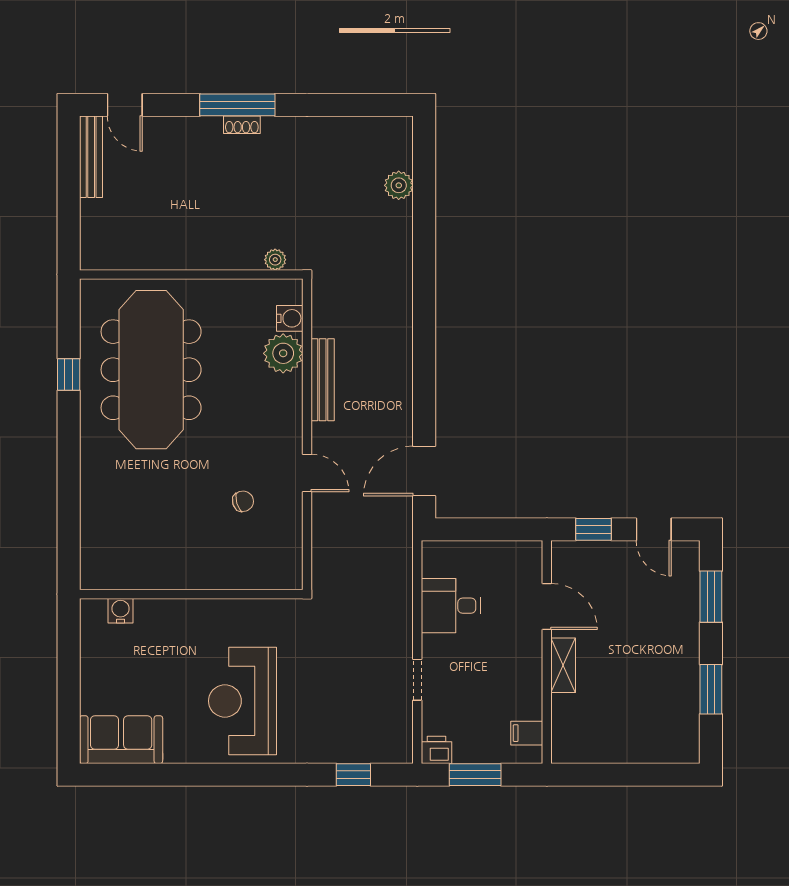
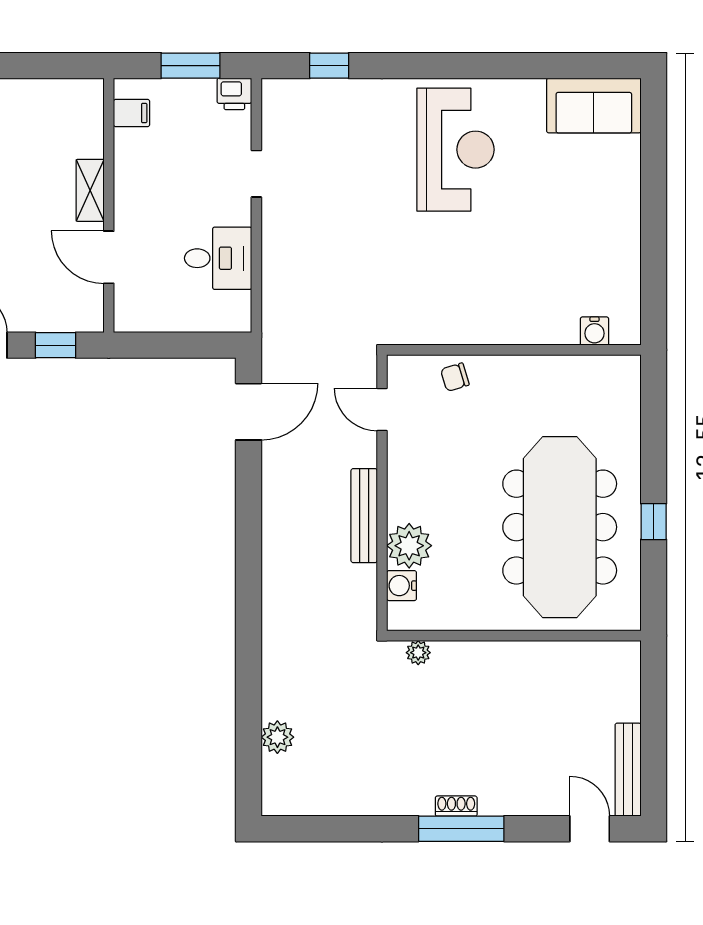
wall: (191, 594) -> (514, 350), moved
water cooler: (121, 611) -> (594, 331), moved

